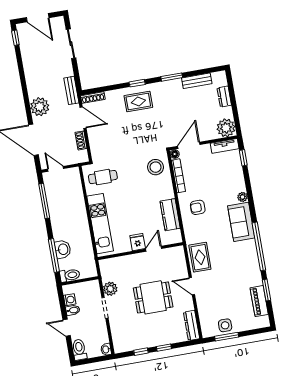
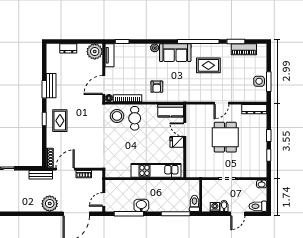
bench: (197, 81) -> (51, 86), moved
door: (189, 145) -> (104, 85), hinge flipped
cafe table: (103, 177) -> (135, 118), moved
kitchen counter: (170, 215) -> (171, 111), moved
washbasin: (63, 249) -> (141, 205), moved
rug: (200, 257) -> (208, 65), moved
plant: (110, 289) -> (212, 172), removed

